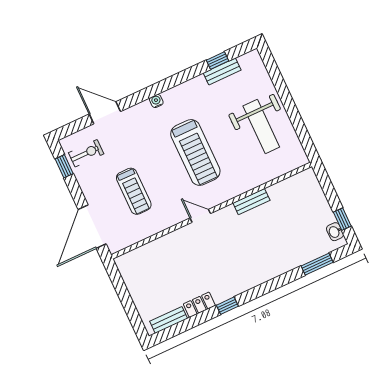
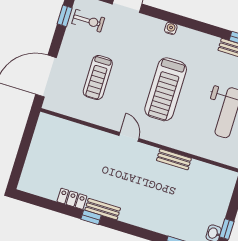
bench: (169, 320) -> (103, 209), moved

